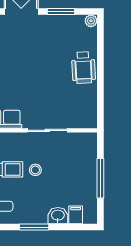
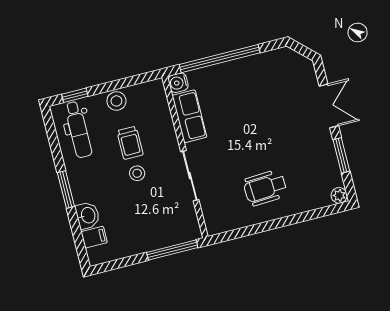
wheelchair: (83, 68) -> (265, 188), moved
window: (100, 178) -> (172, 250), moved

